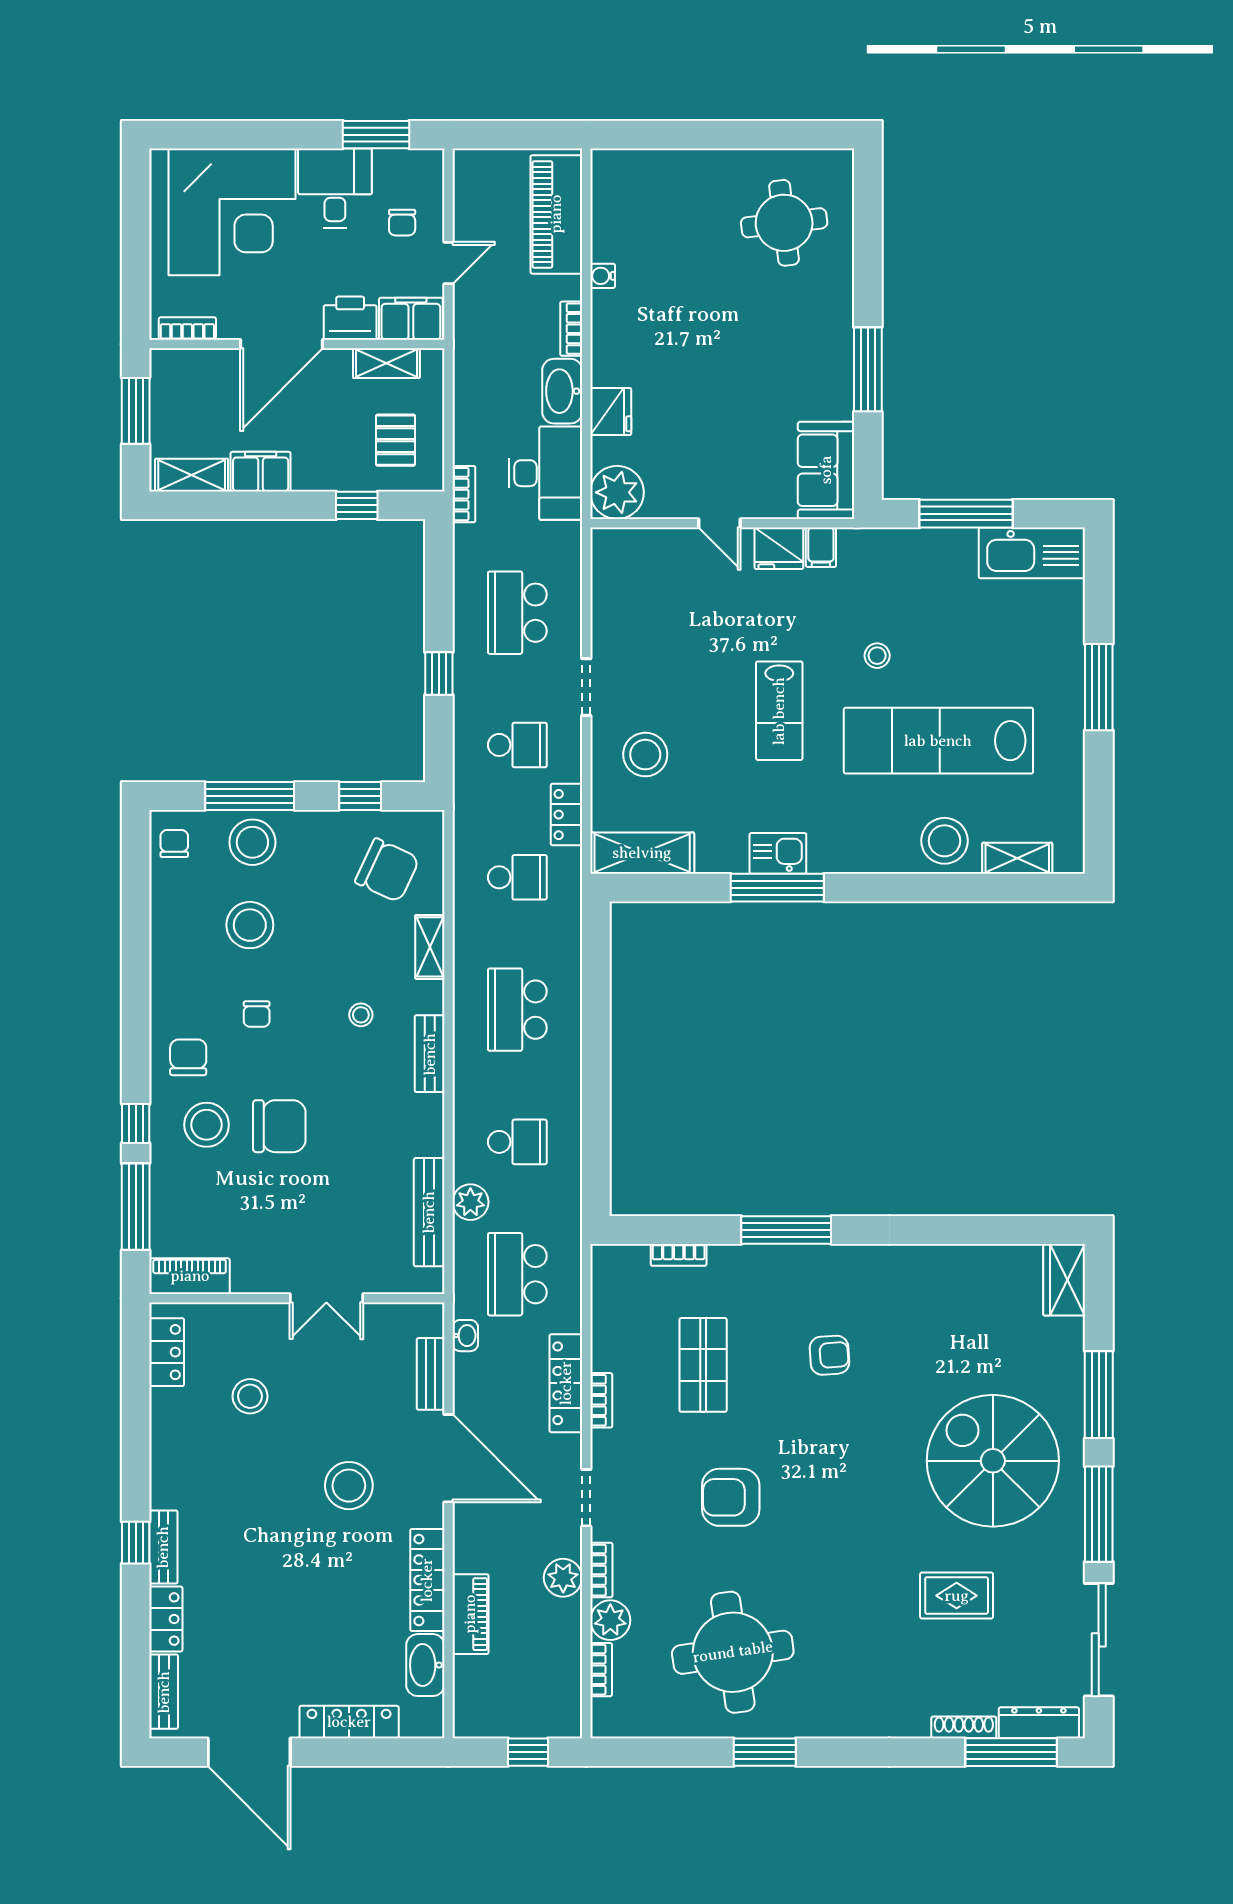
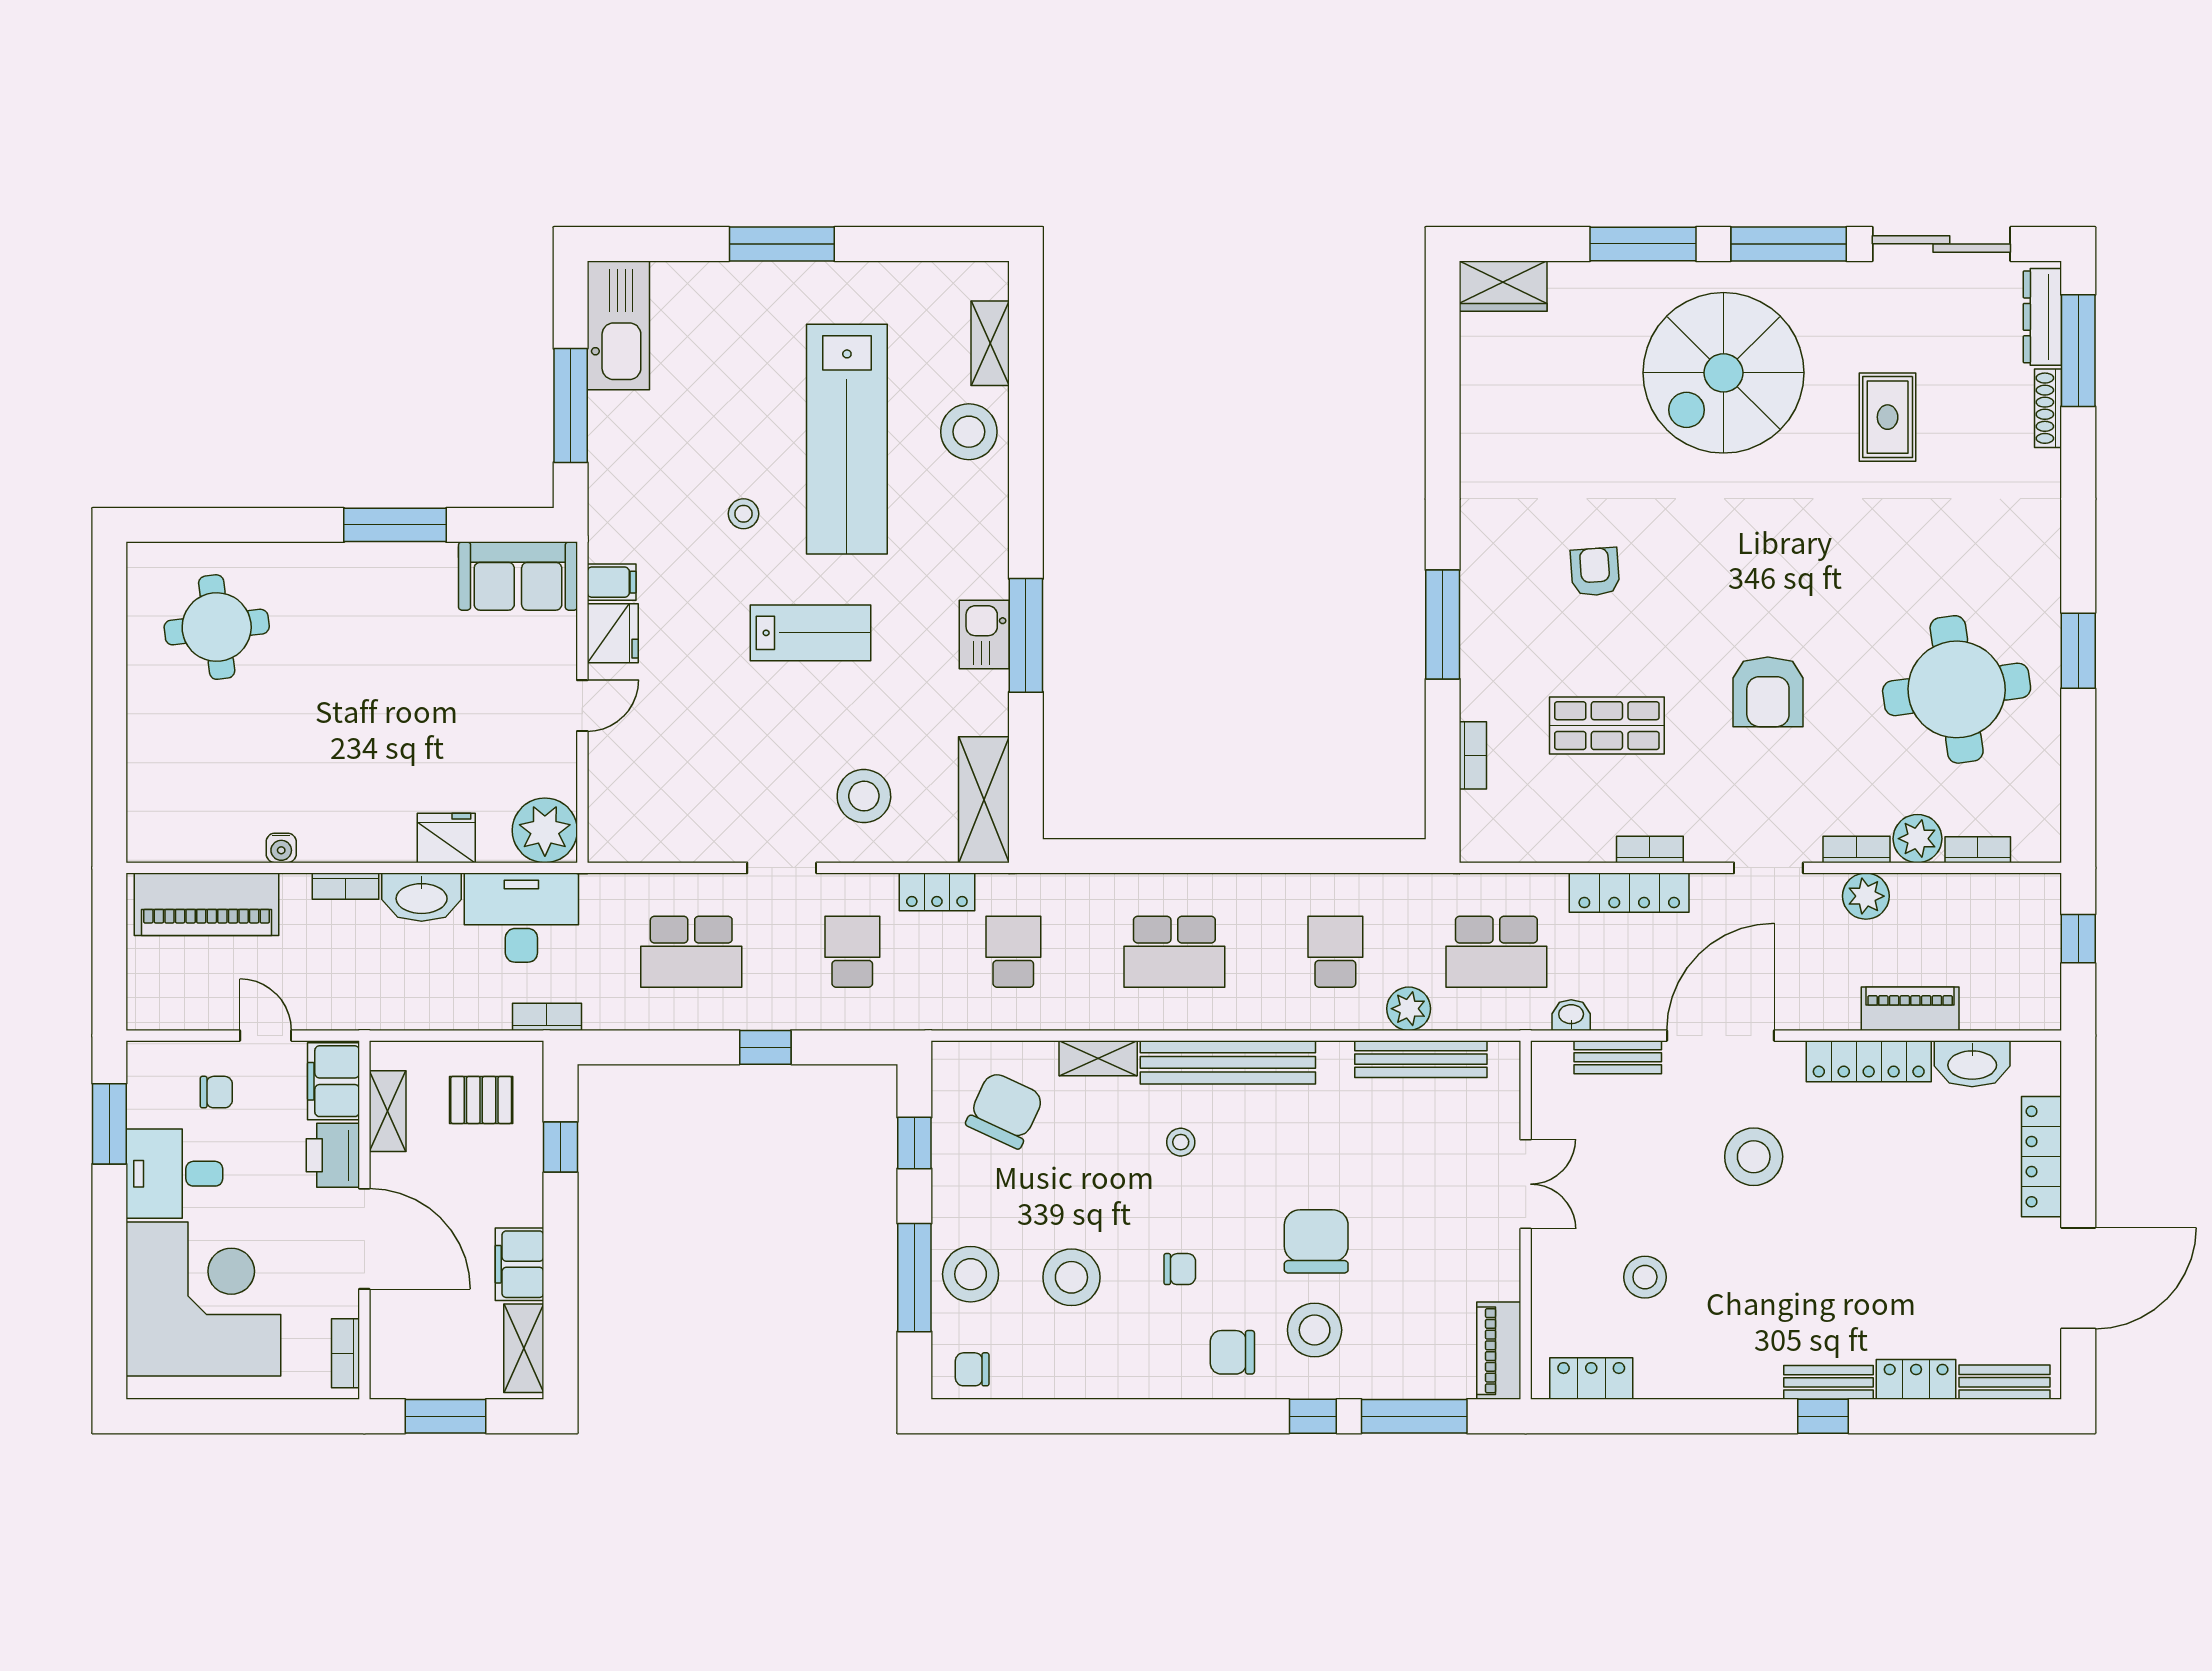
bench: (430, 1054) -> (1228, 1062), width x1.86, depth x1.21

